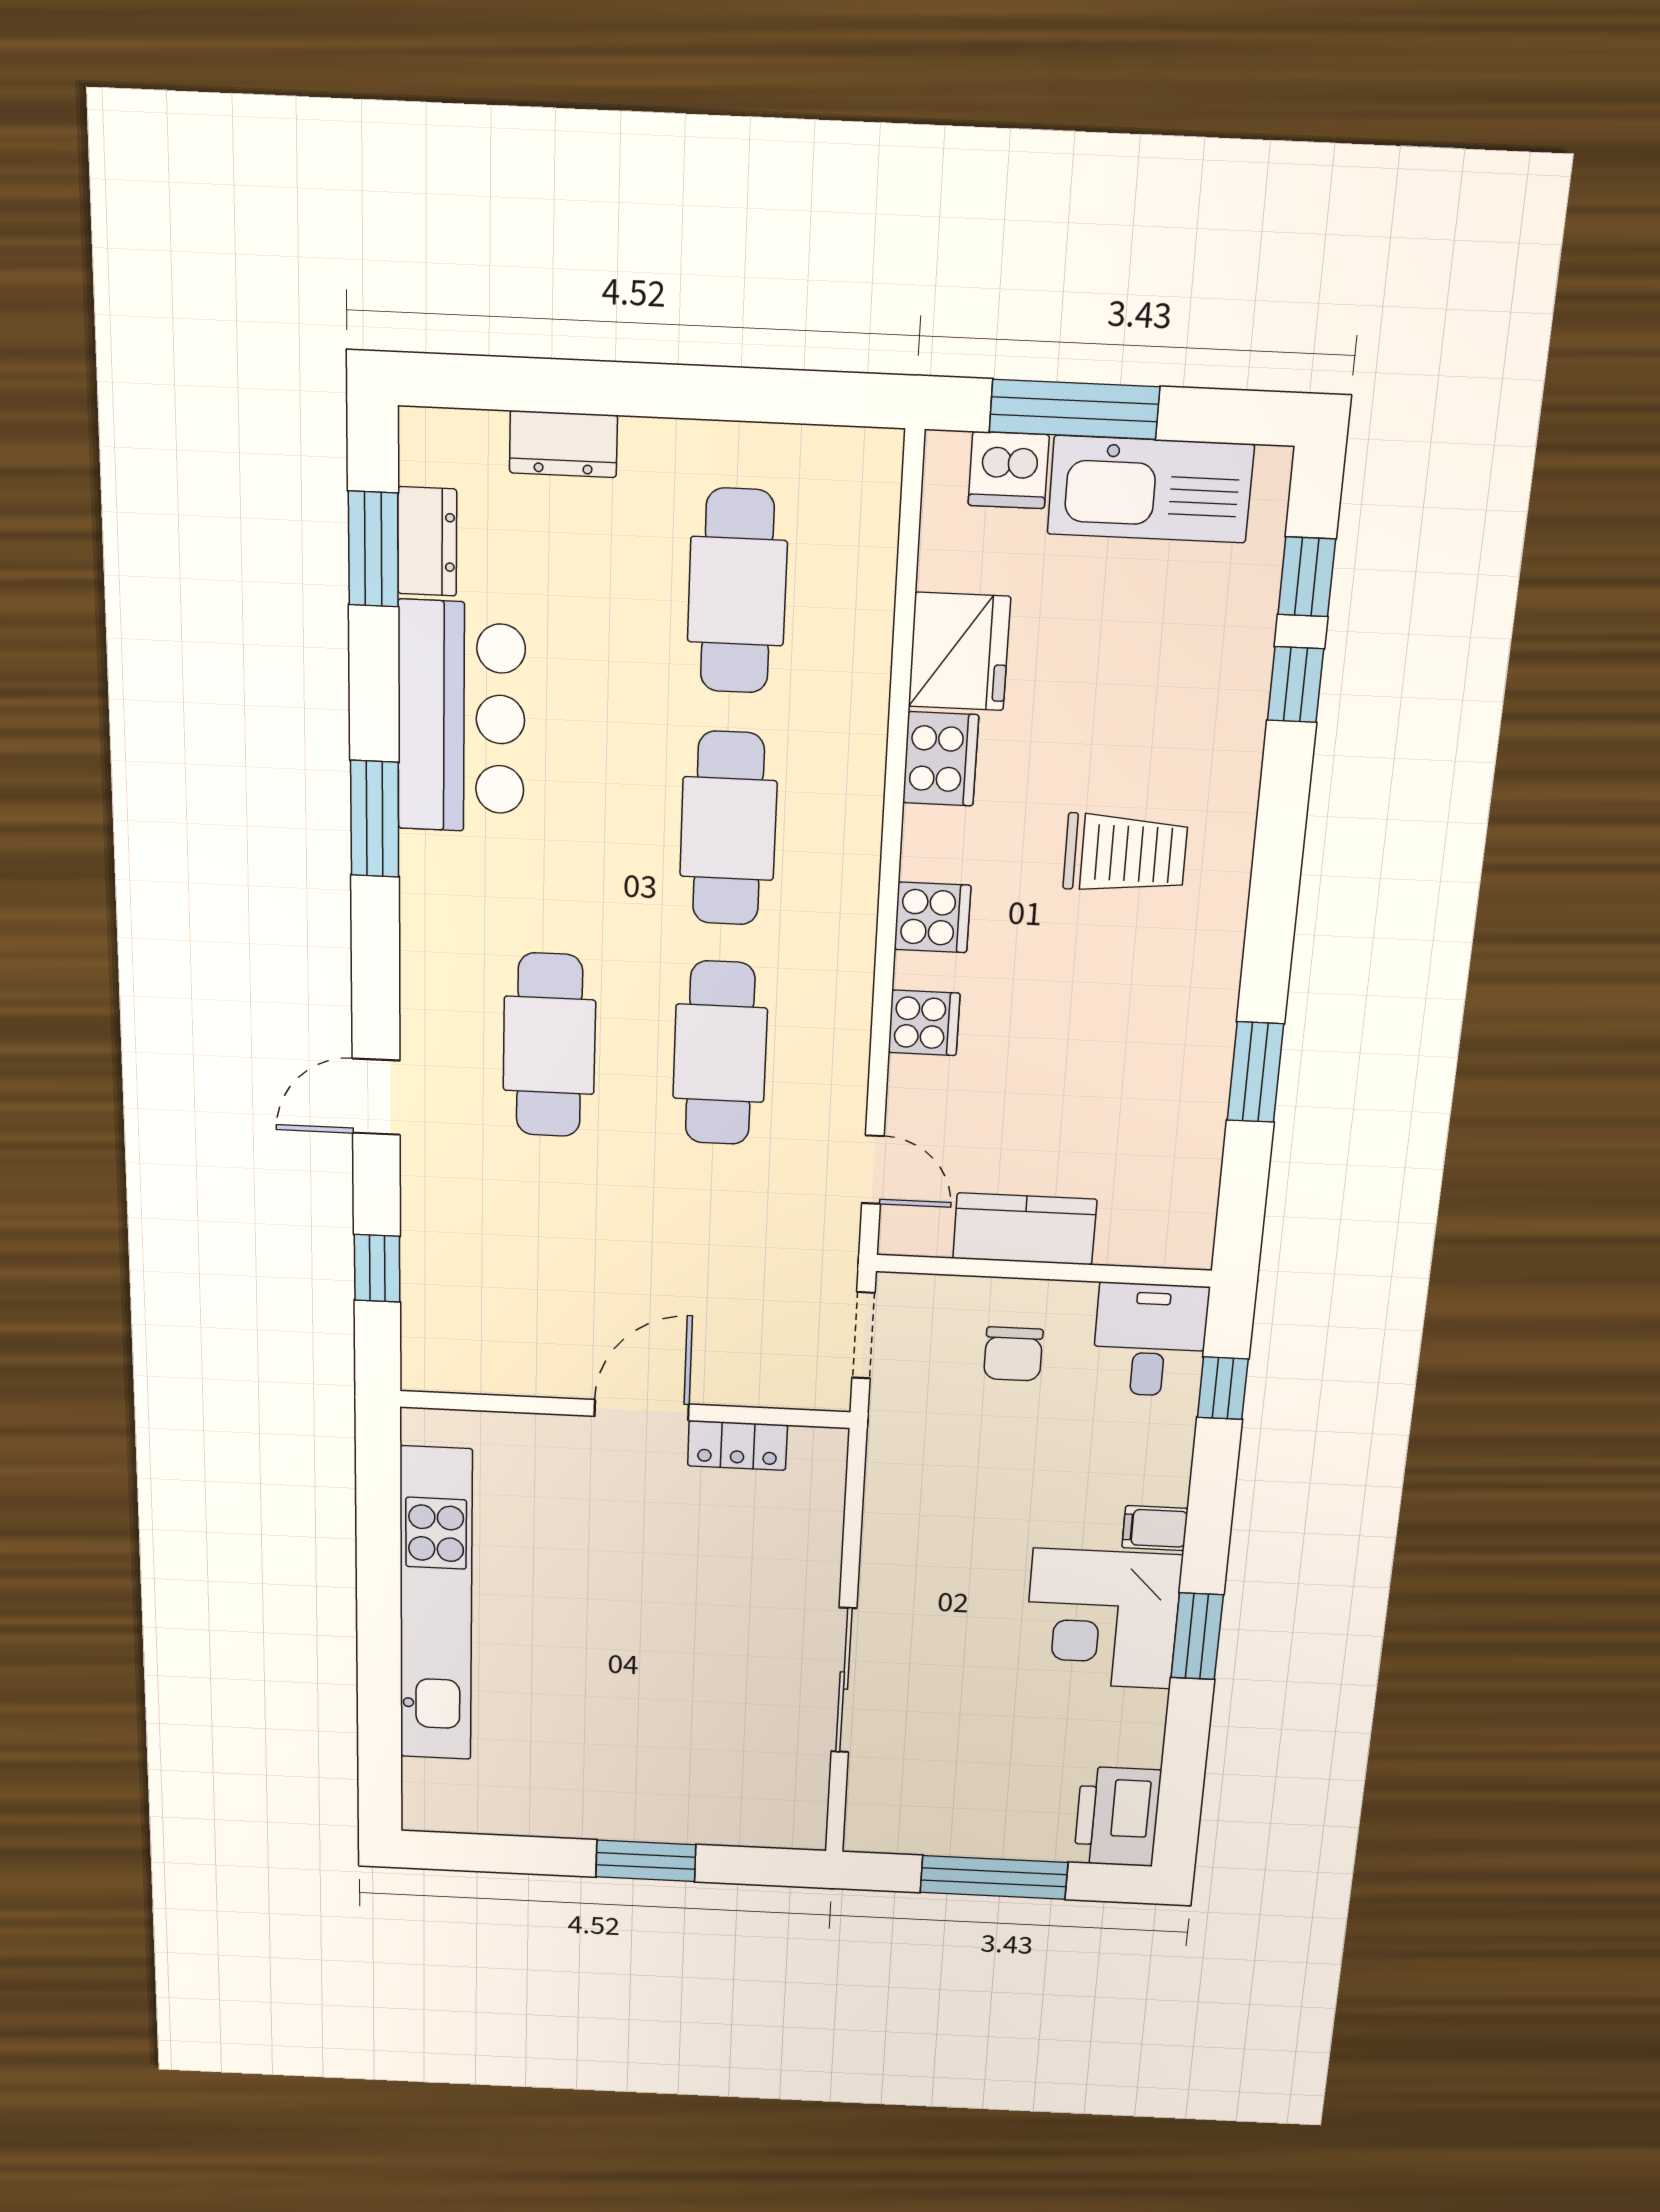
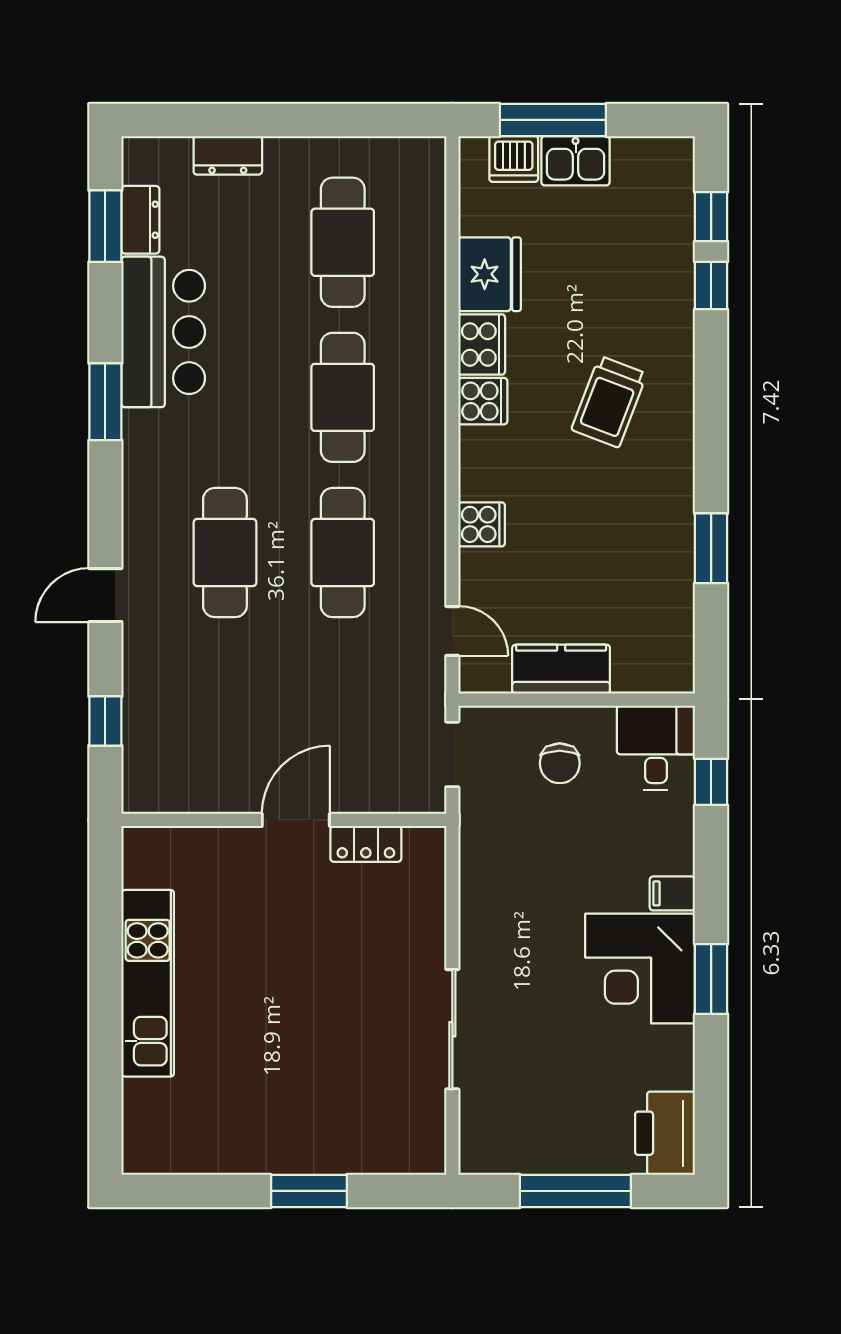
kitchen sink: (1150, 489) -> (576, 161), width x0.53, depth x0.81
trolley: (1125, 853) -> (609, 402), turned 111
cooker: (932, 917) -> (483, 401), moved
kitchen unit: (436, 1605) -> (148, 983), width x0.73

